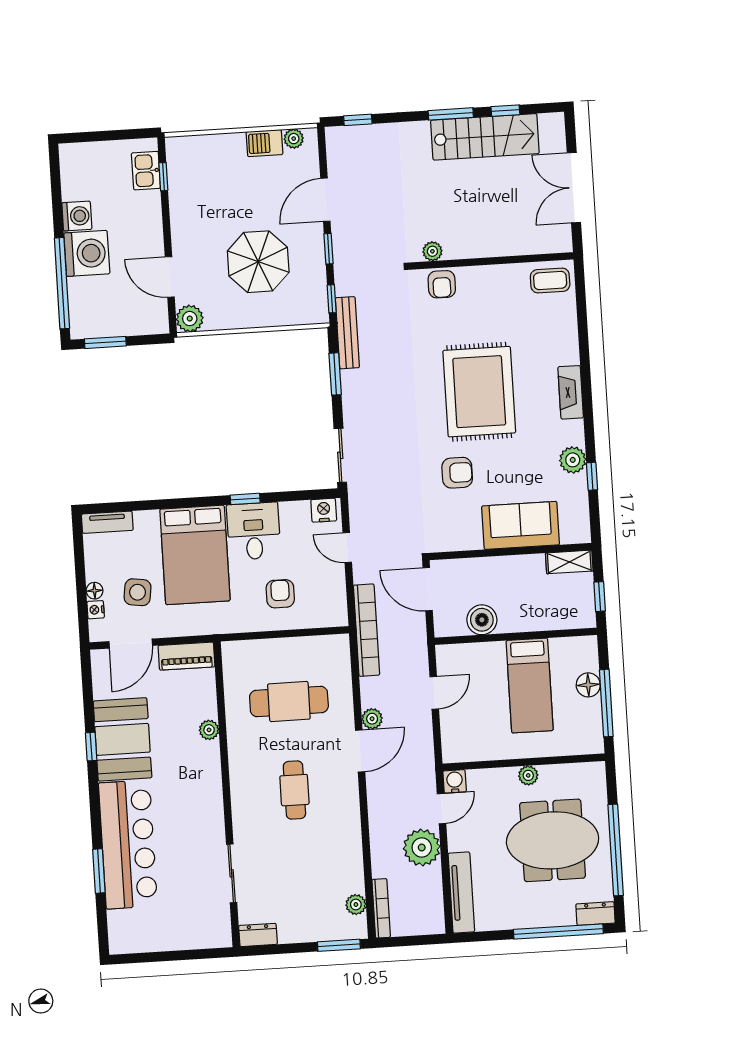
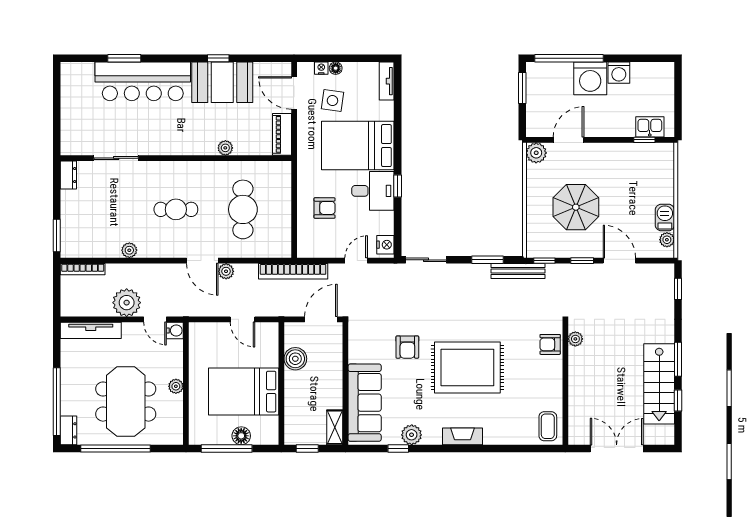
sofa: (521, 525) -> (365, 403), width x1.36
bed: (530, 685) -> (244, 392), width x1.50
plant: (356, 905) -> (129, 250), moved

